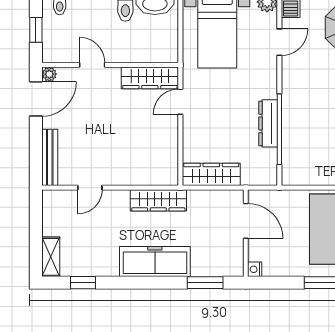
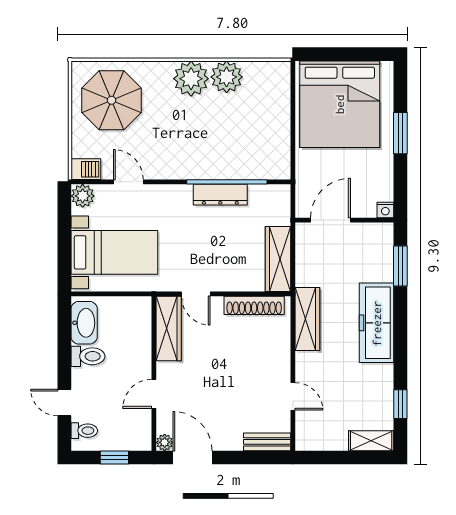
shoe rack: (170, 153) -> (254, 305), added
bench: (50, 157) -> (267, 442), width x0.73

